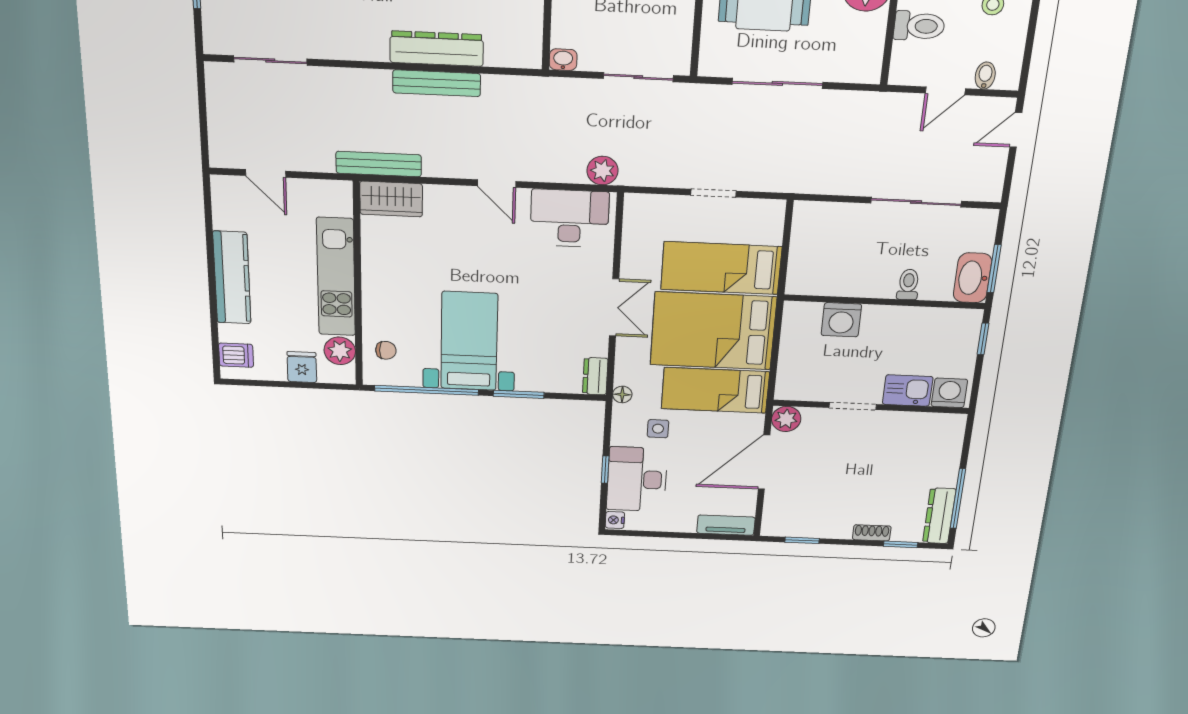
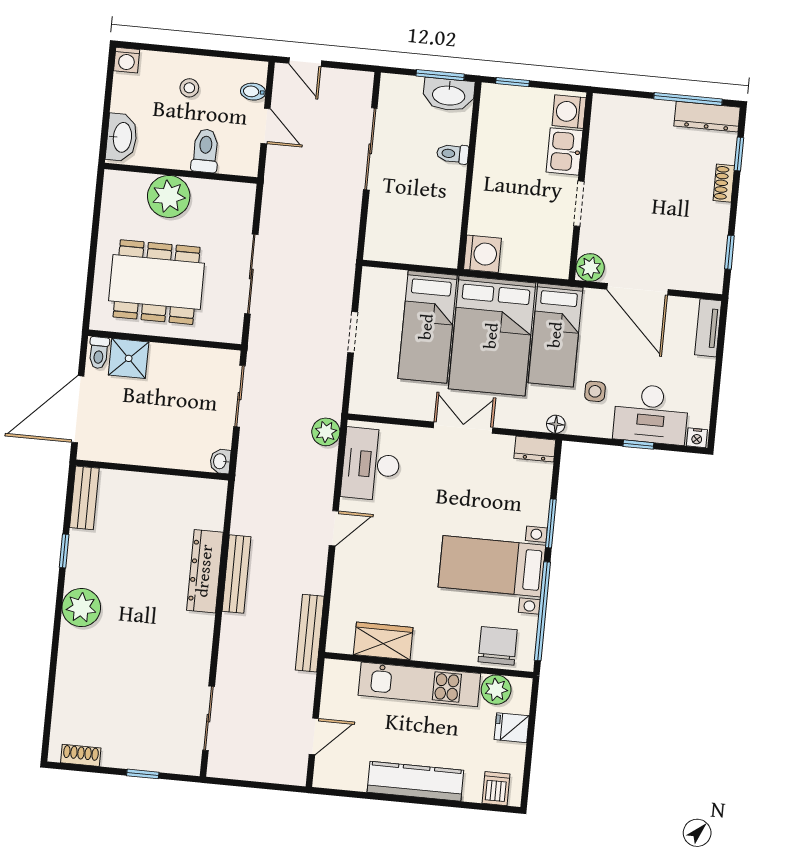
wardrobe: (391, 199) -> (383, 641), moved, turned -90
washing machine: (841, 320) -> (482, 254), moved
chair: (386, 350) -> (498, 646), width x1.87, depth x1.87

